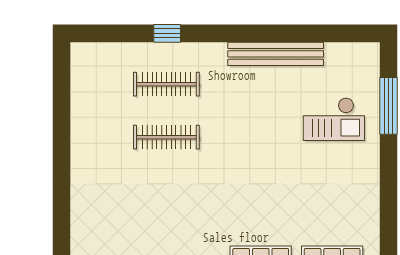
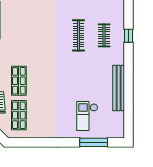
clothes rail: (166, 84) -> (104, 35), width x0.73

